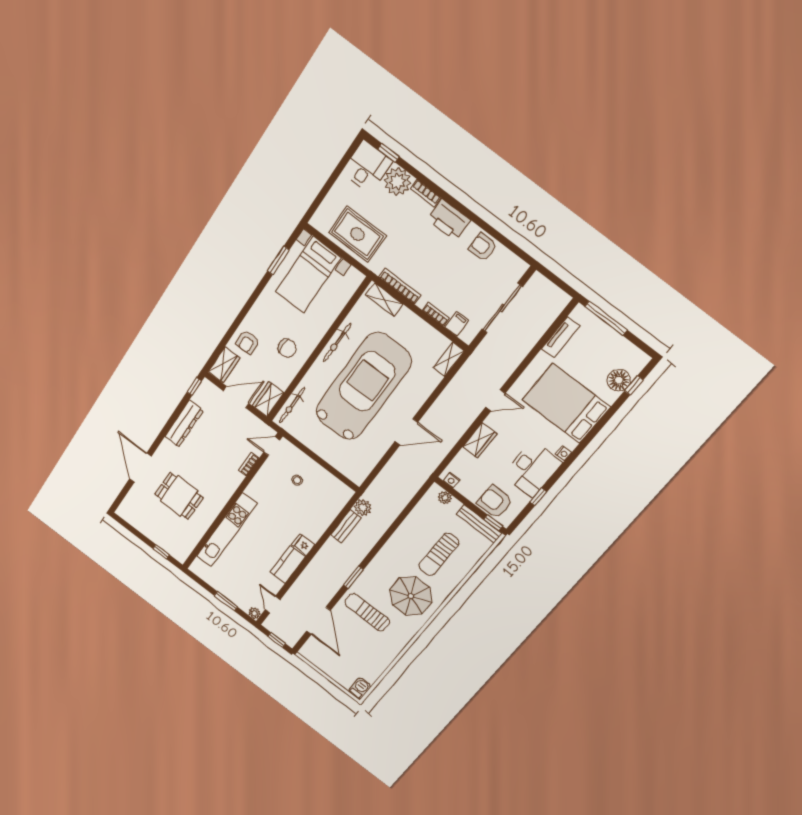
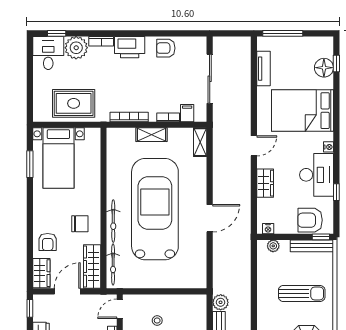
shelving: (384, 300) -> (152, 135), moved
bicycle: (337, 343) -> (113, 221), moved
wardrobe: (268, 399) -> (92, 267), width x1.50
sun lounger: (439, 554) -> (302, 294), turned -90

